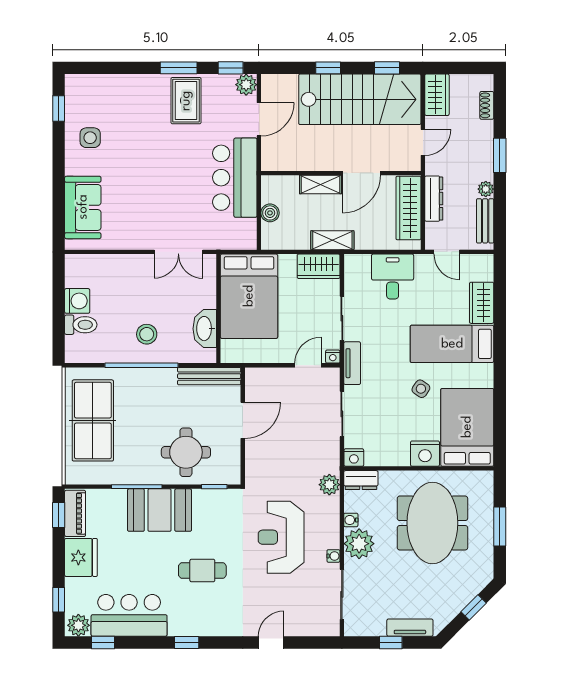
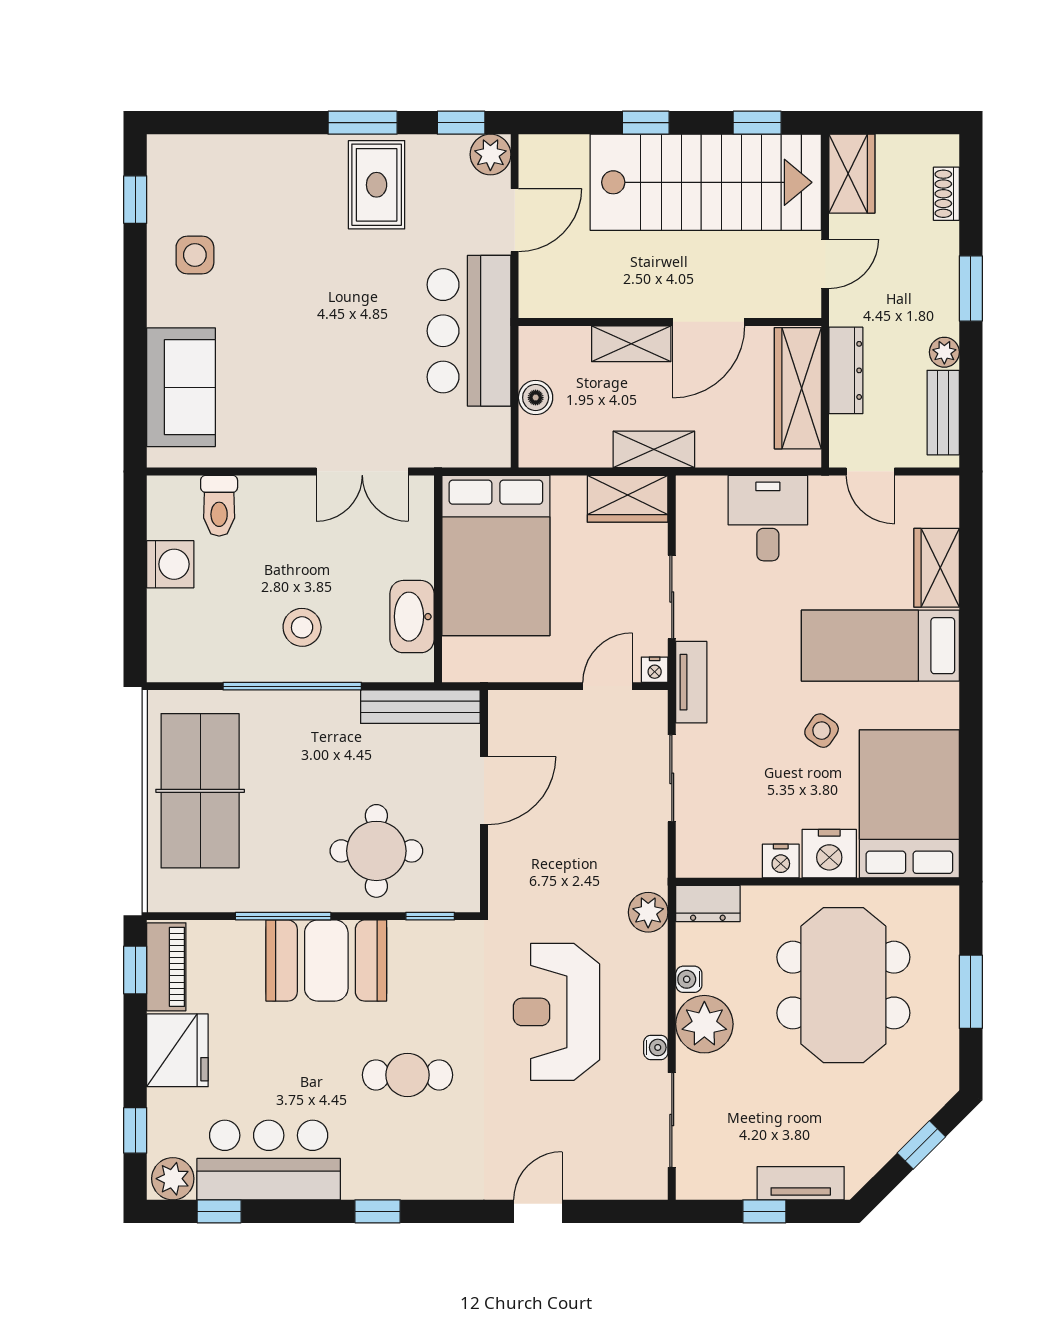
toilet: (81, 325) -> (219, 506), moved, turned 90
nightstand: (354, 458) -> (781, 861), moved

